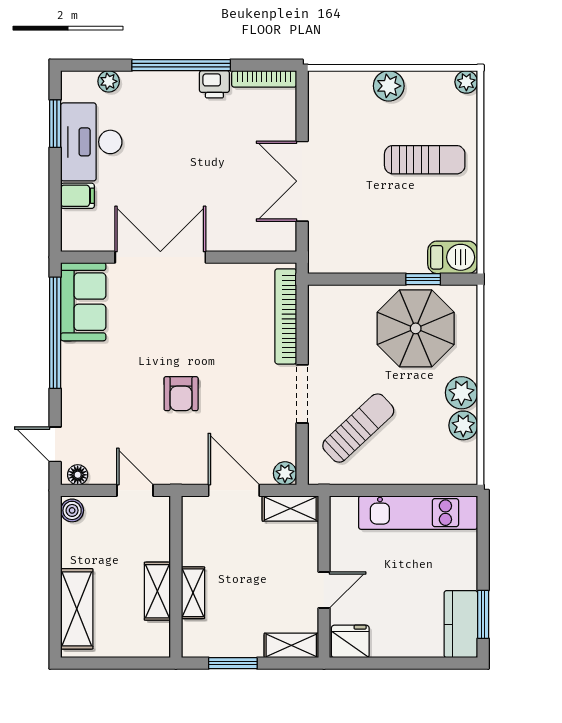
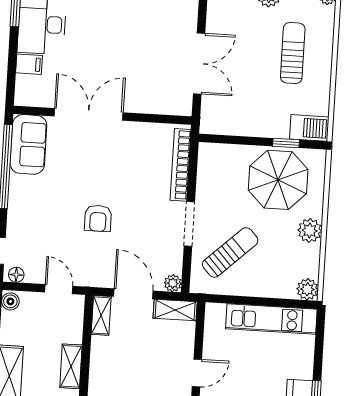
sun lounger: (425, 160) -> (293, 53), turned -90
double door: (302, 181) -> (199, 64), swing flipped
plant: (463, 425) -> (307, 289), moved
shelving: (193, 593) -> (101, 315), moved

